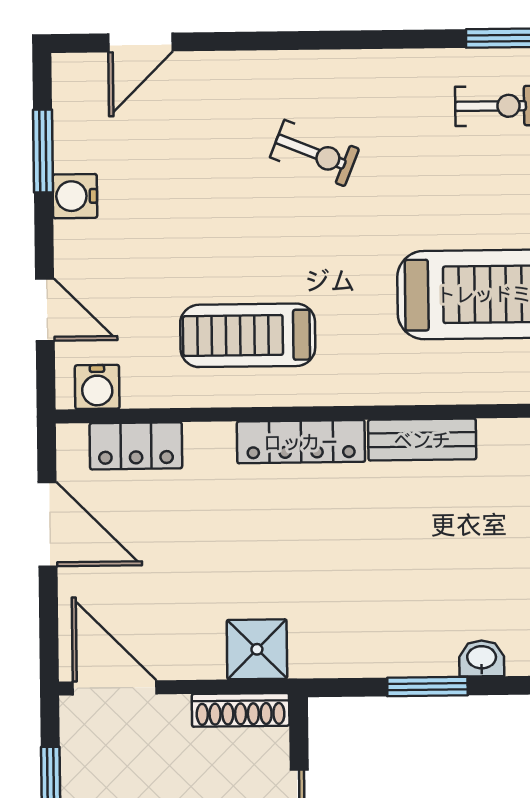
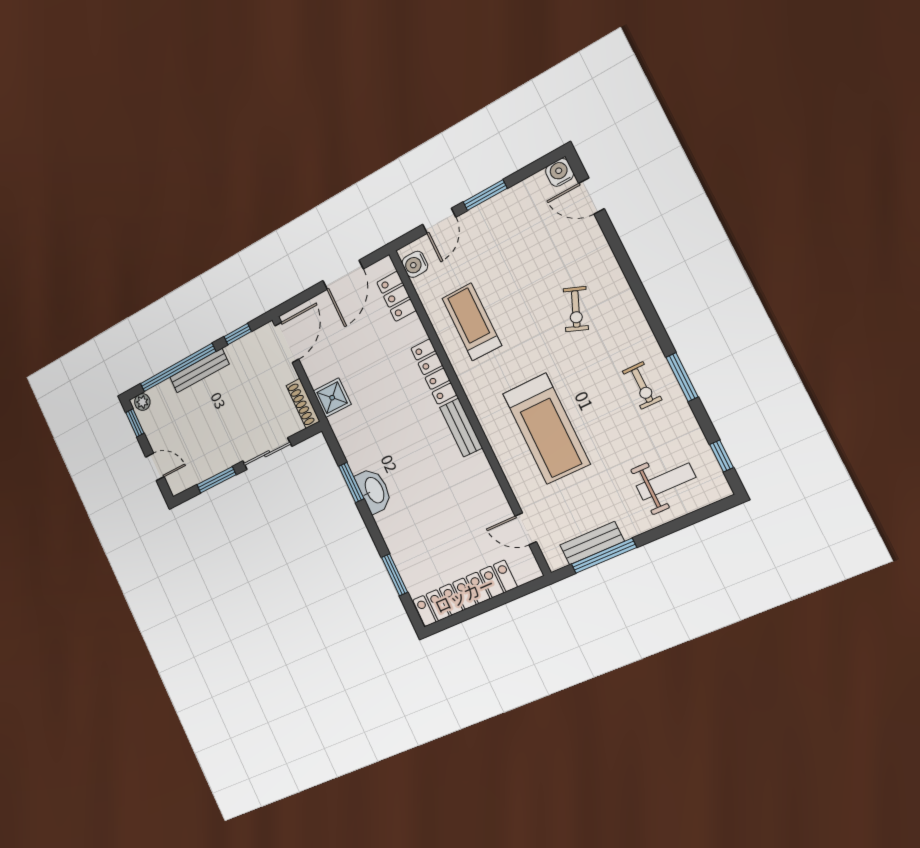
window: (43, 151) -> (485, 195), moved
water cooler: (75, 196) -> (560, 172), moved
washbasin: (482, 658) -> (374, 490), width x1.91, depth x1.45

